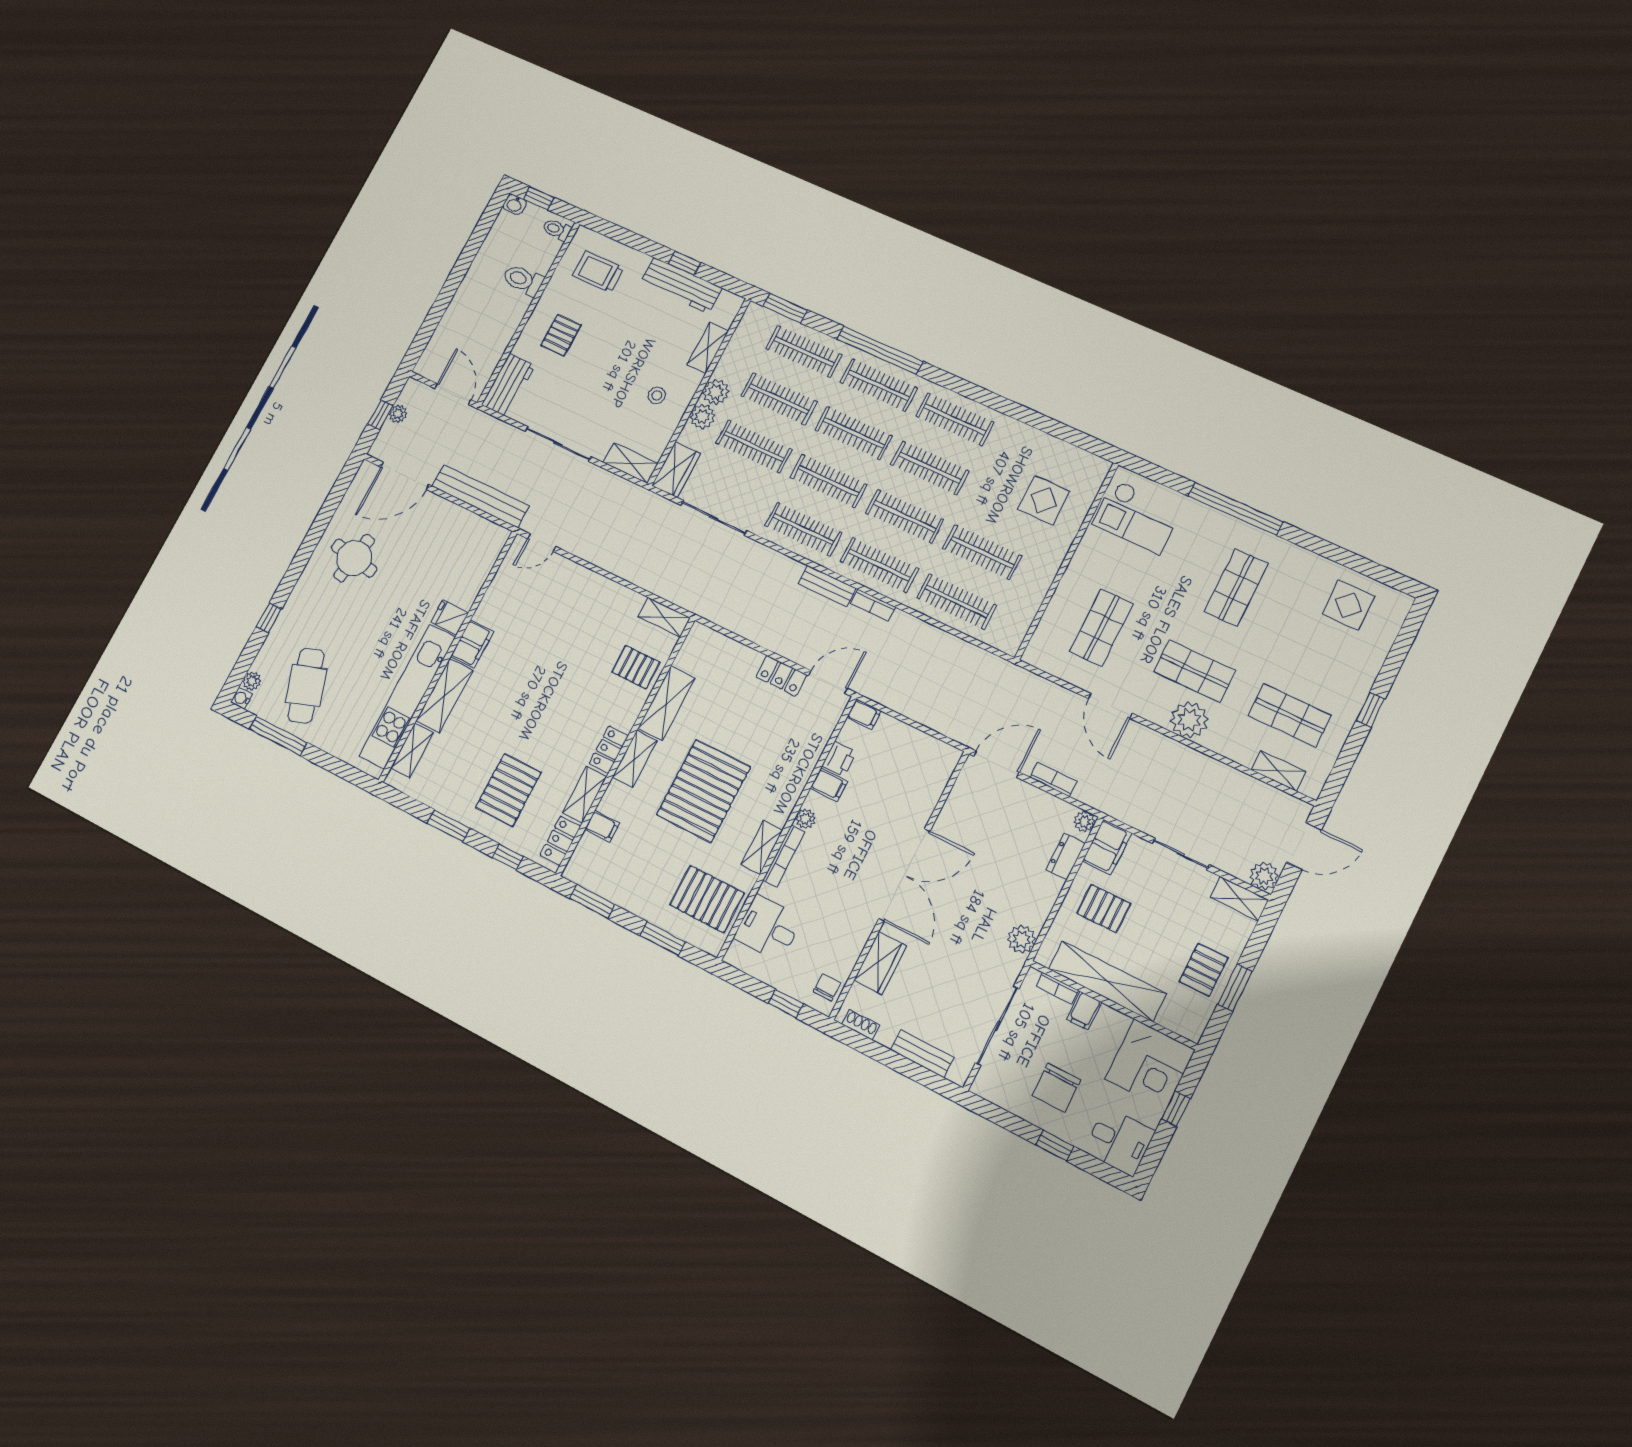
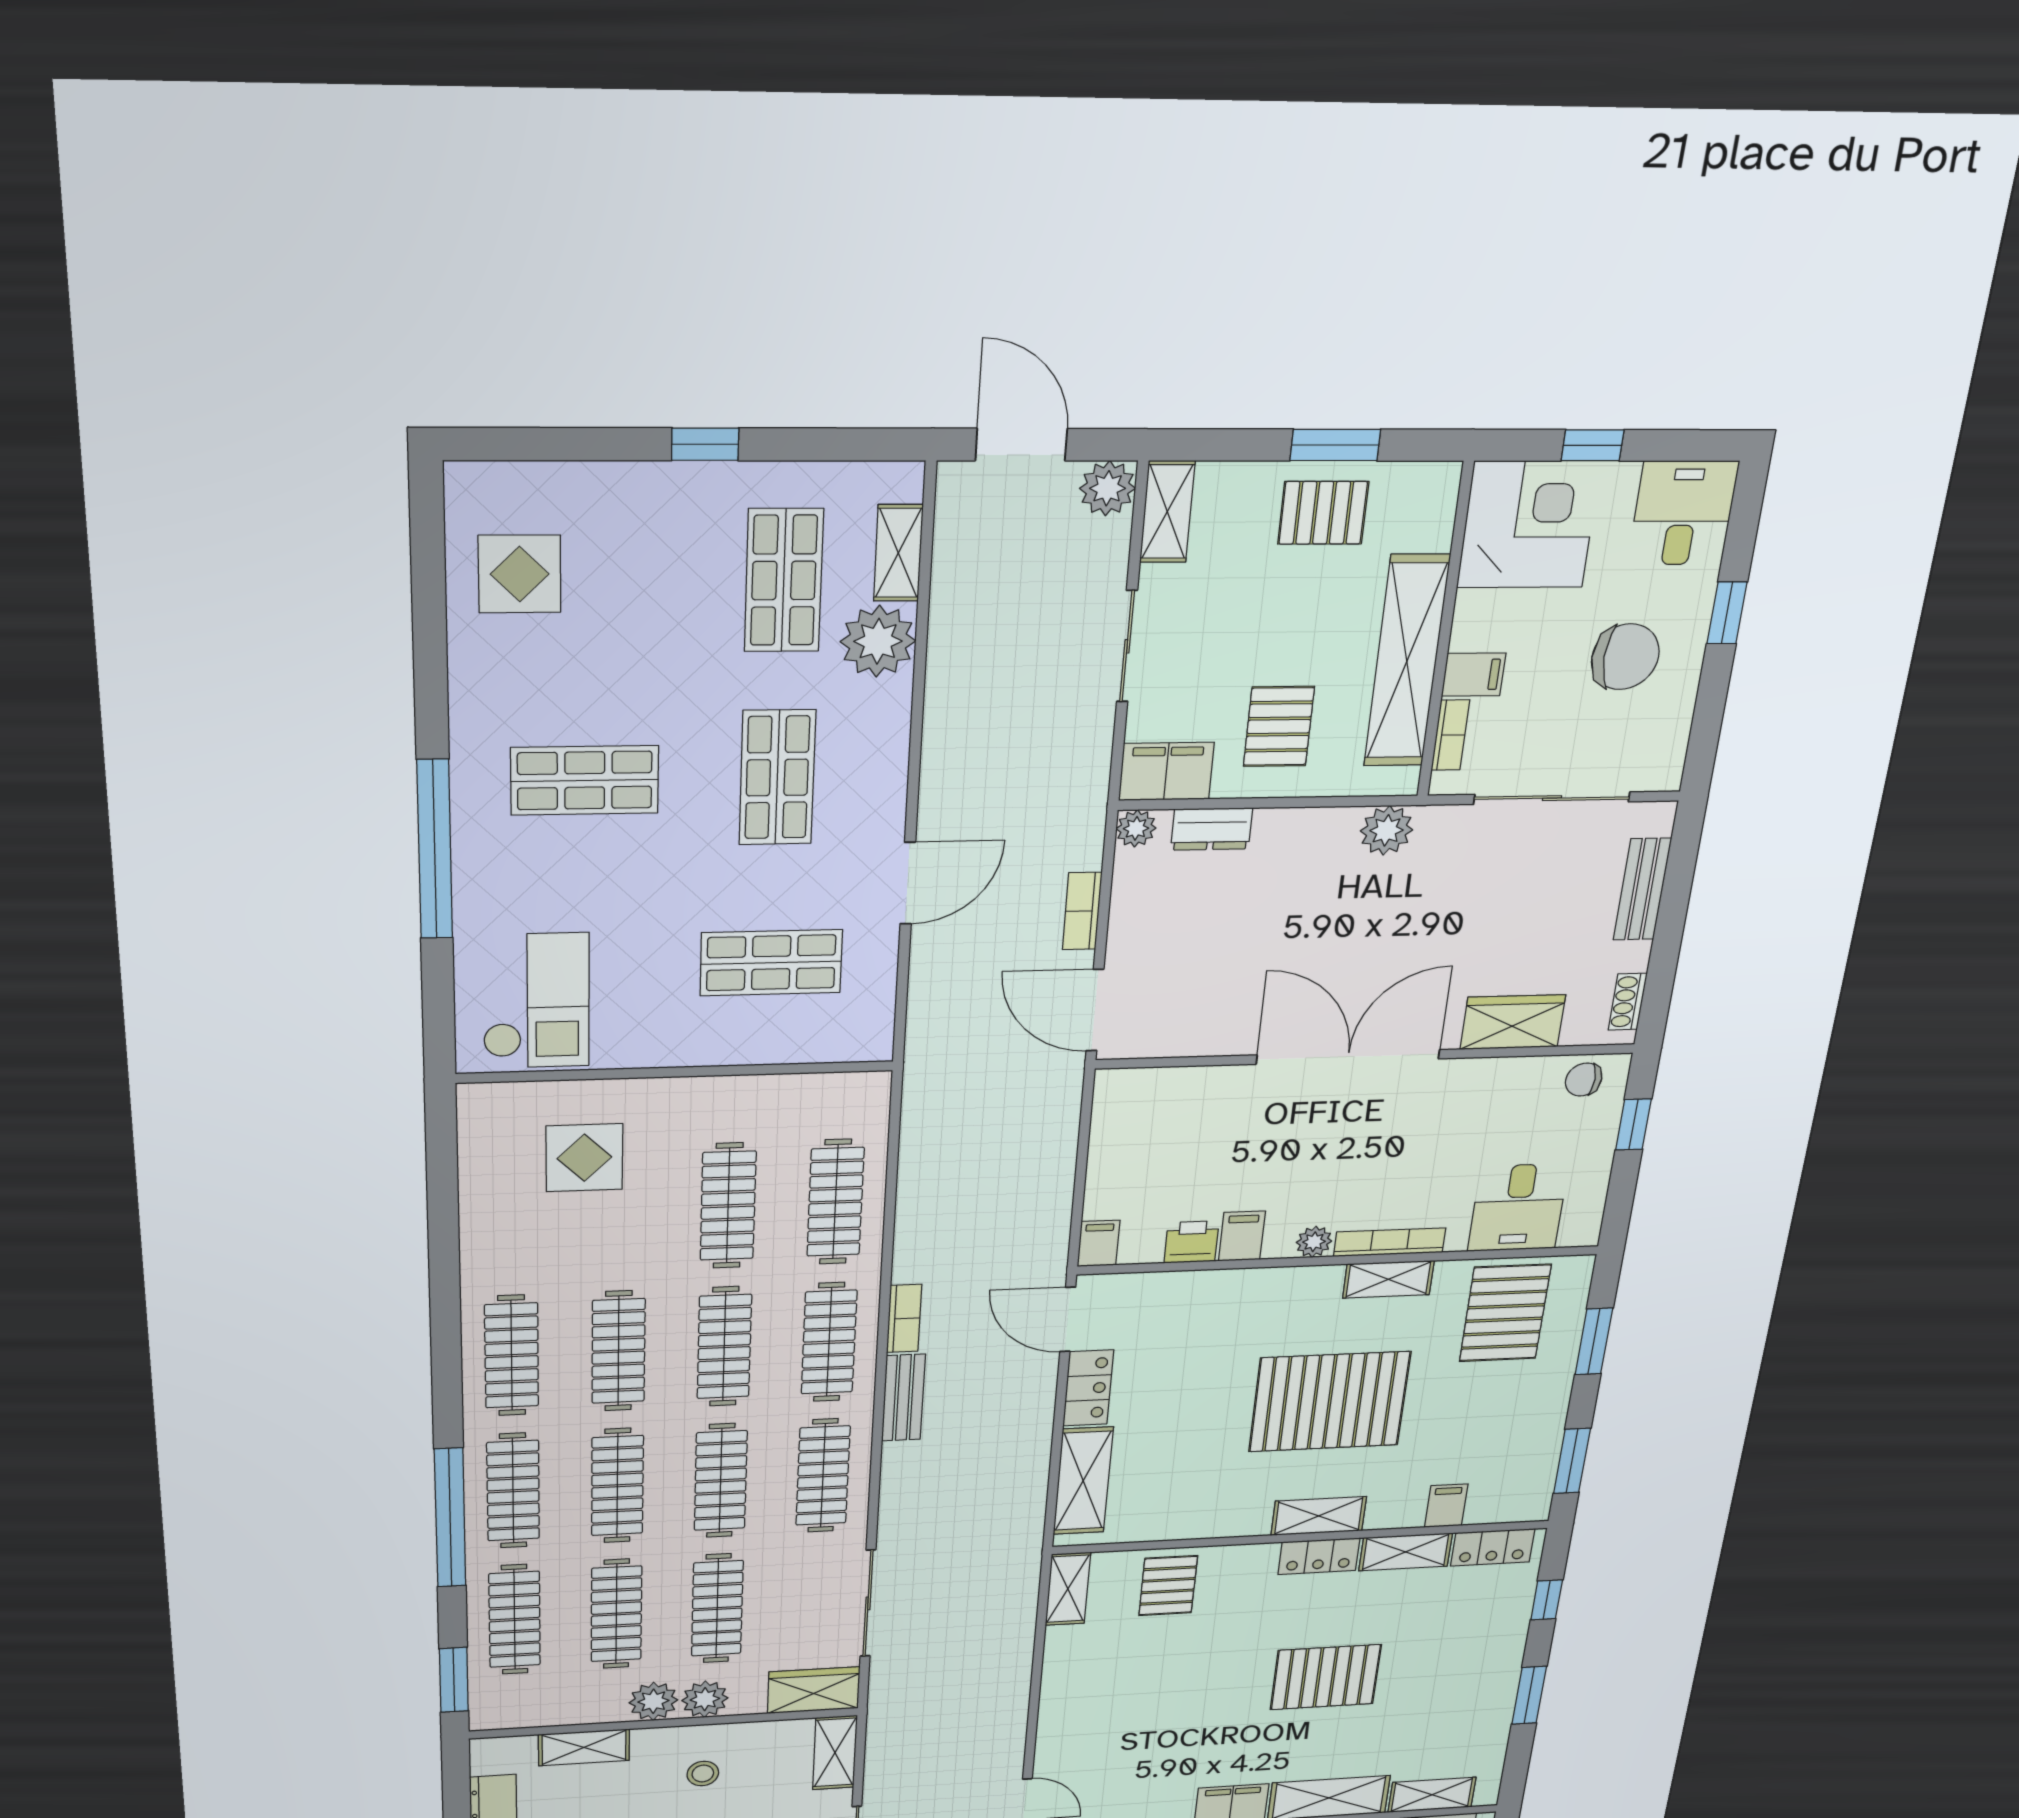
shelving: (666, 703) -> (1083, 1481), moved, turned 90
plant: (1189, 720) -> (878, 641), moved
pallet: (508, 790) -> (1326, 1677), moved

